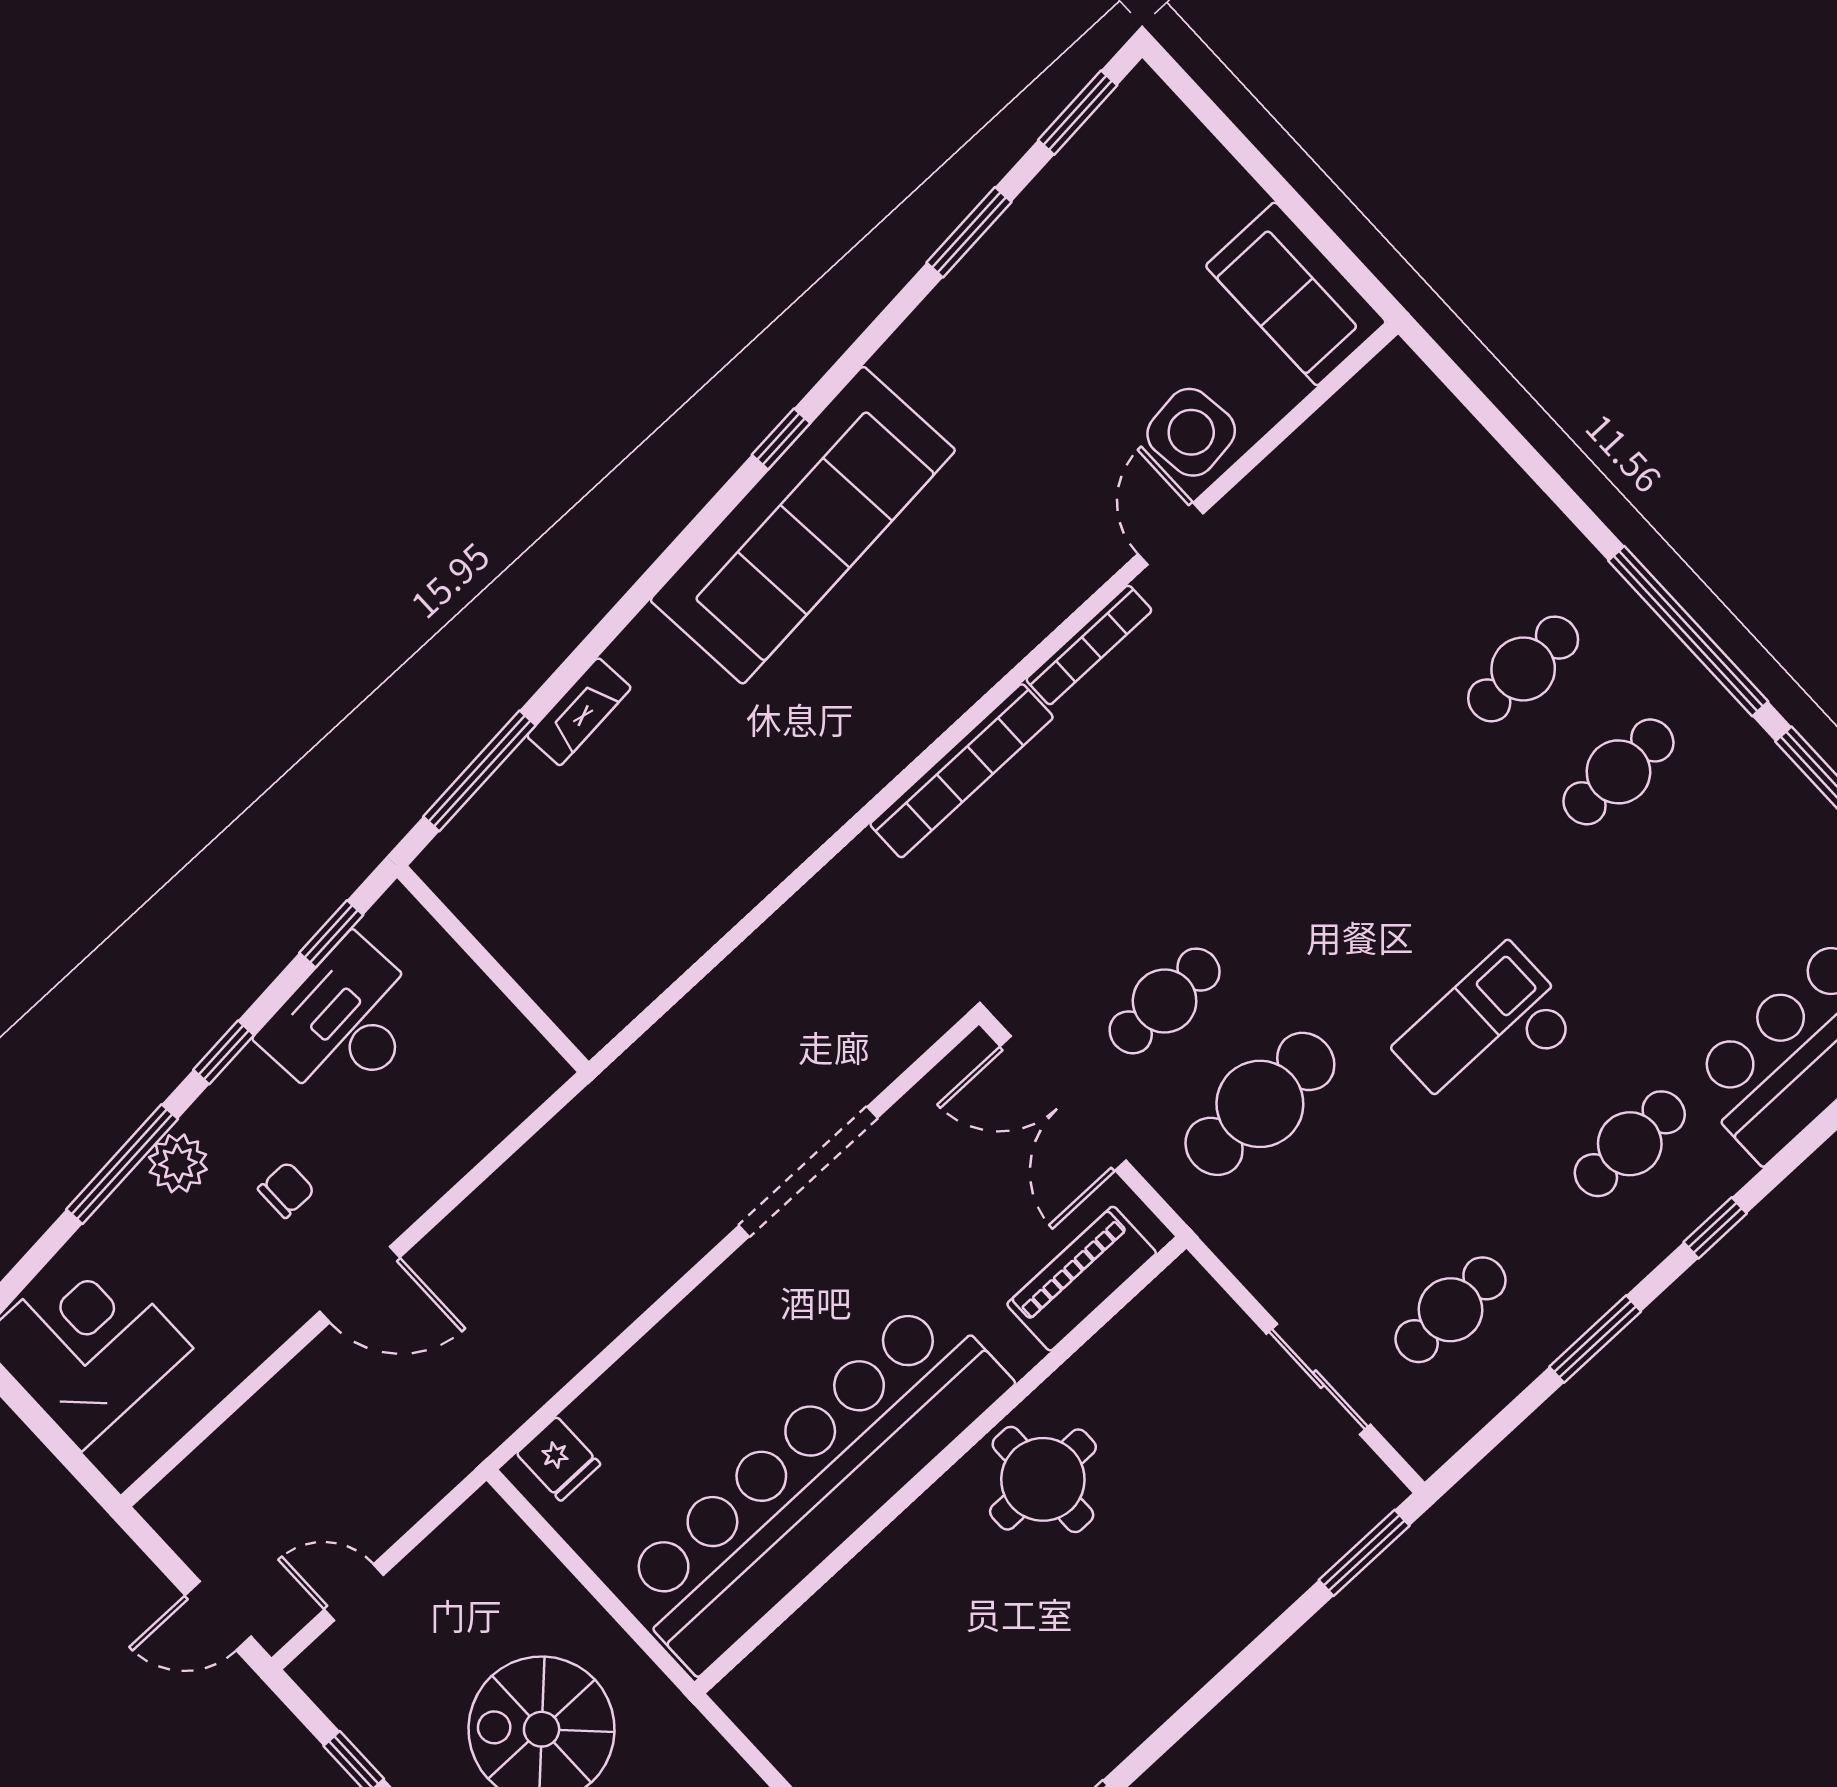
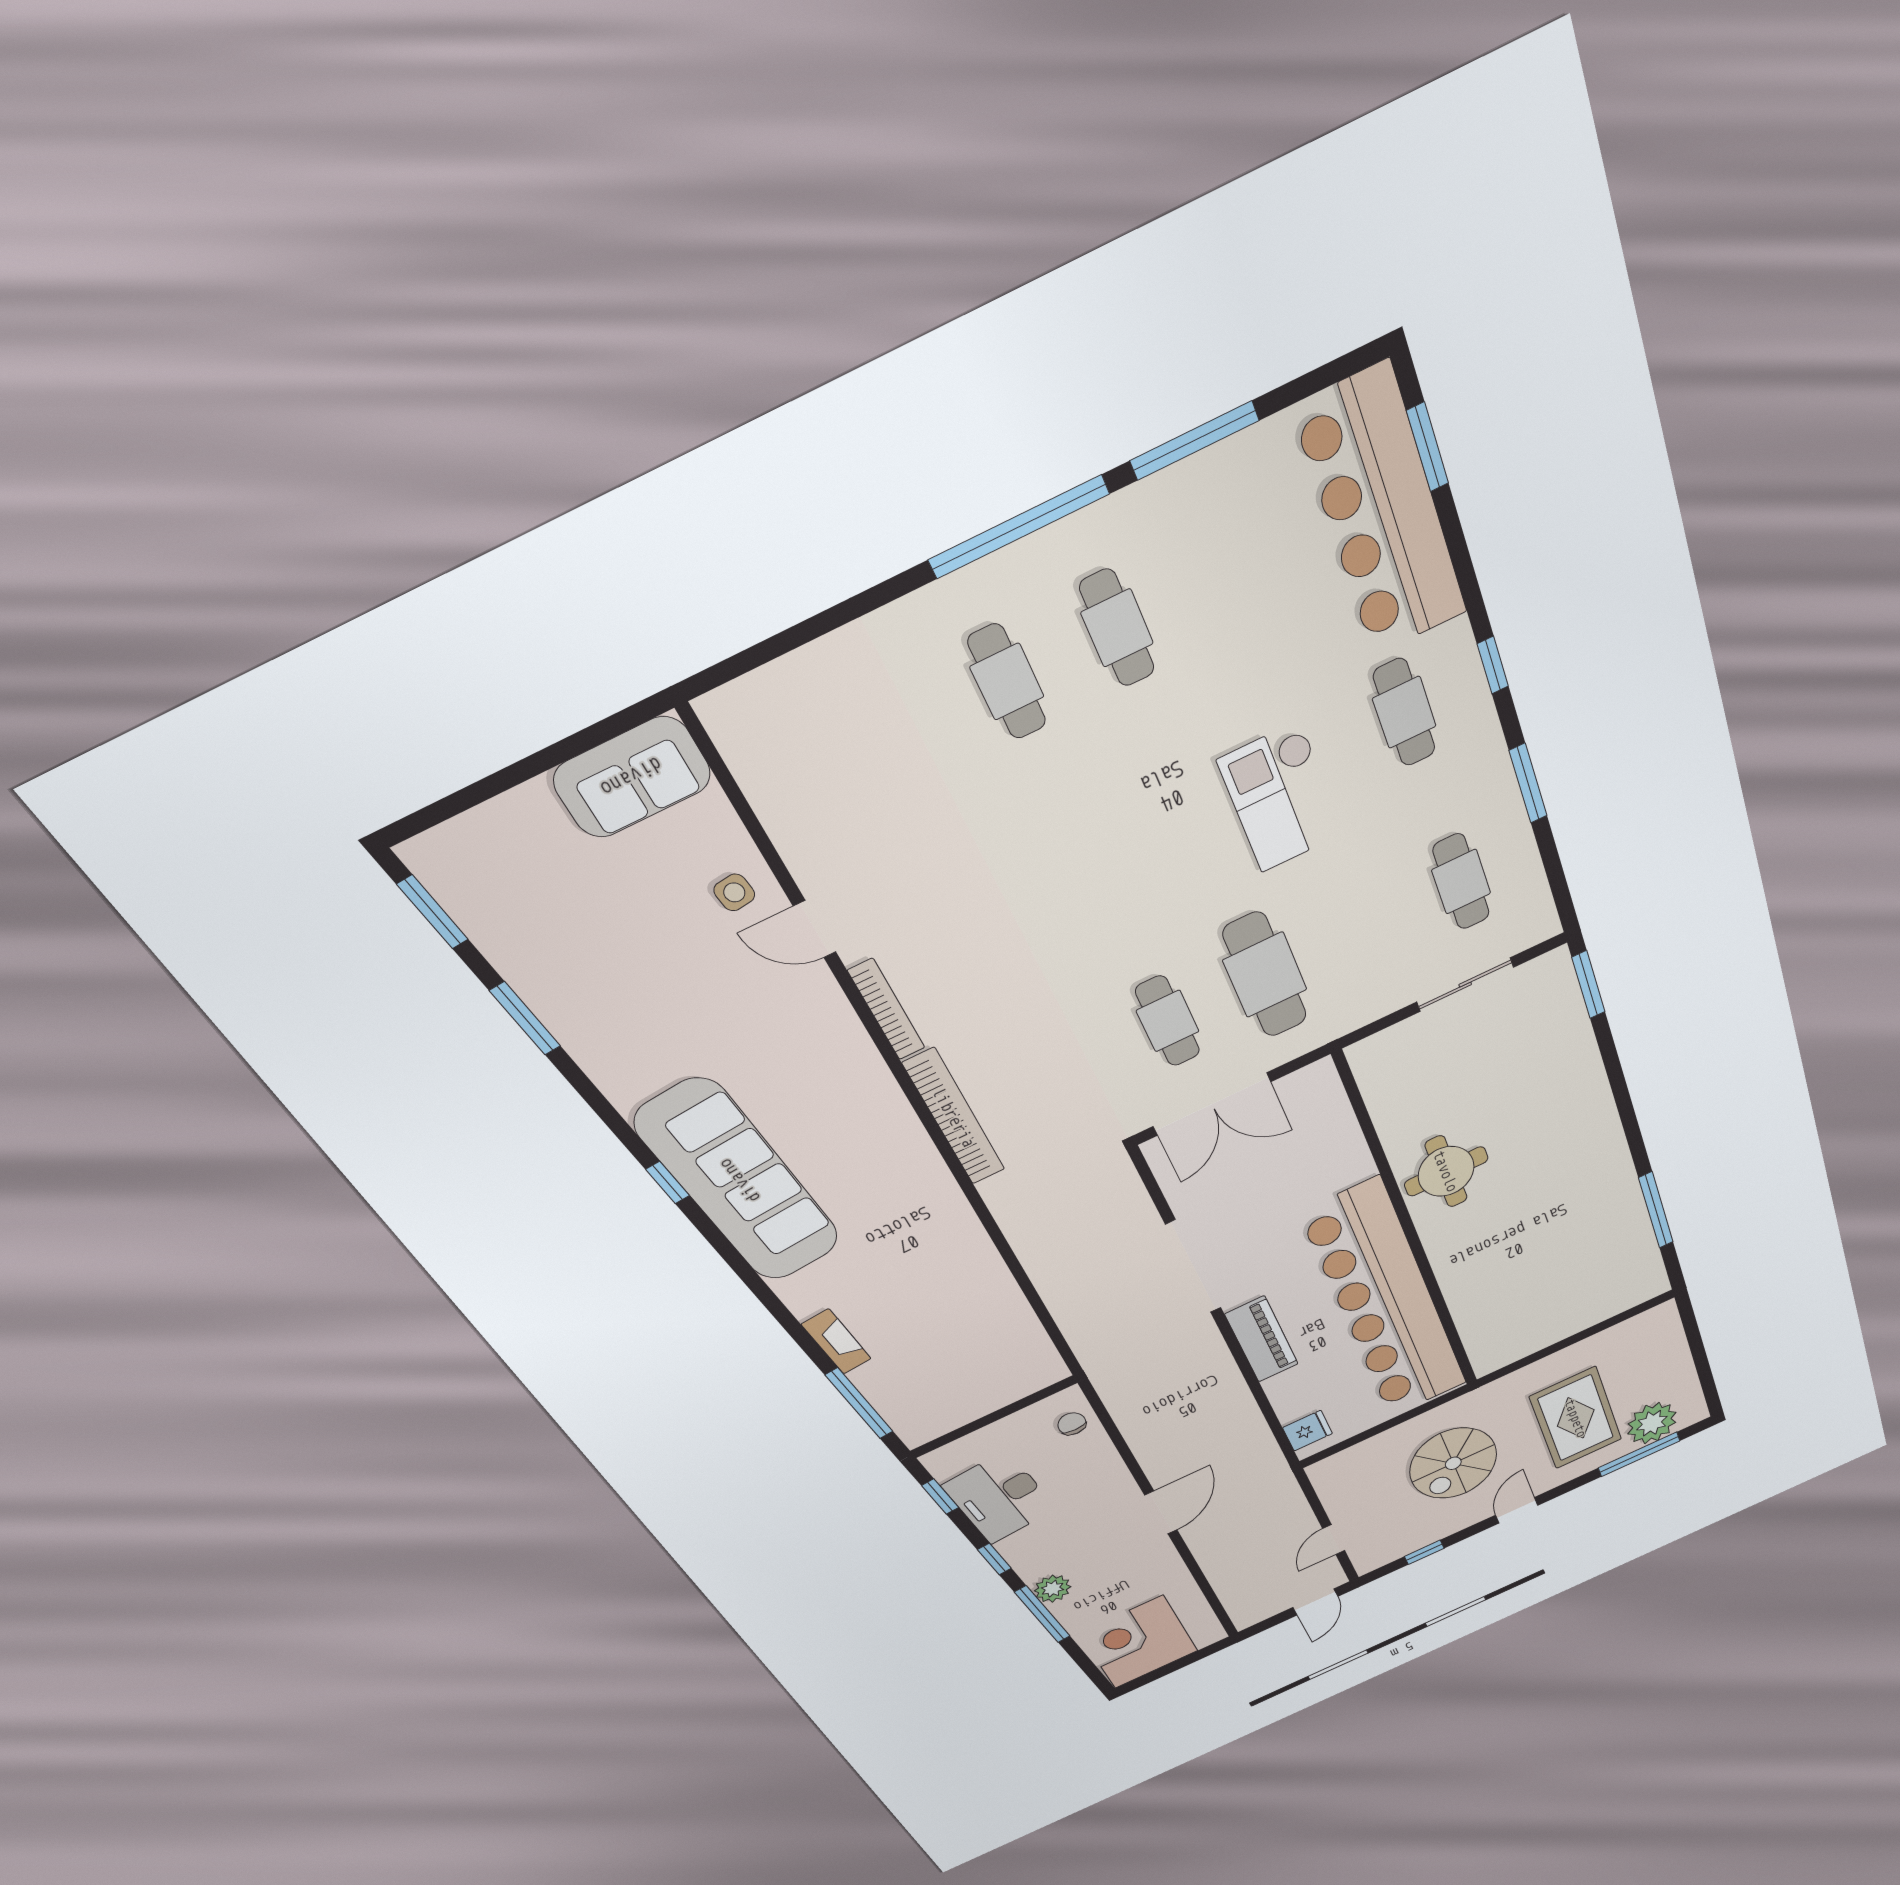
side table: (1191, 432) -> (734, 892), width x0.54, depth x0.54
chair: (286, 1190) -> (1072, 1424), moved
piano: (1082, 1279) -> (1262, 1339), moved, turned 180

